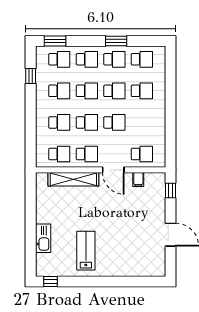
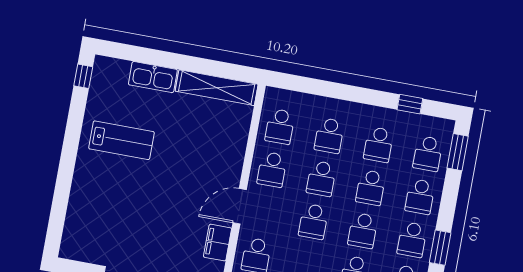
shelving: (73, 179) -> (217, 88), moved, turned 90
filing cabinet: (138, 179) -> (218, 243), width x2.00

